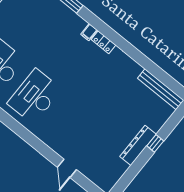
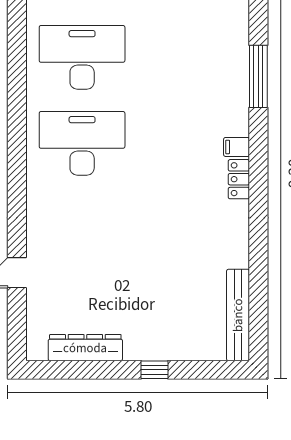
dresser: (138, 145) -> (85, 348), moved

